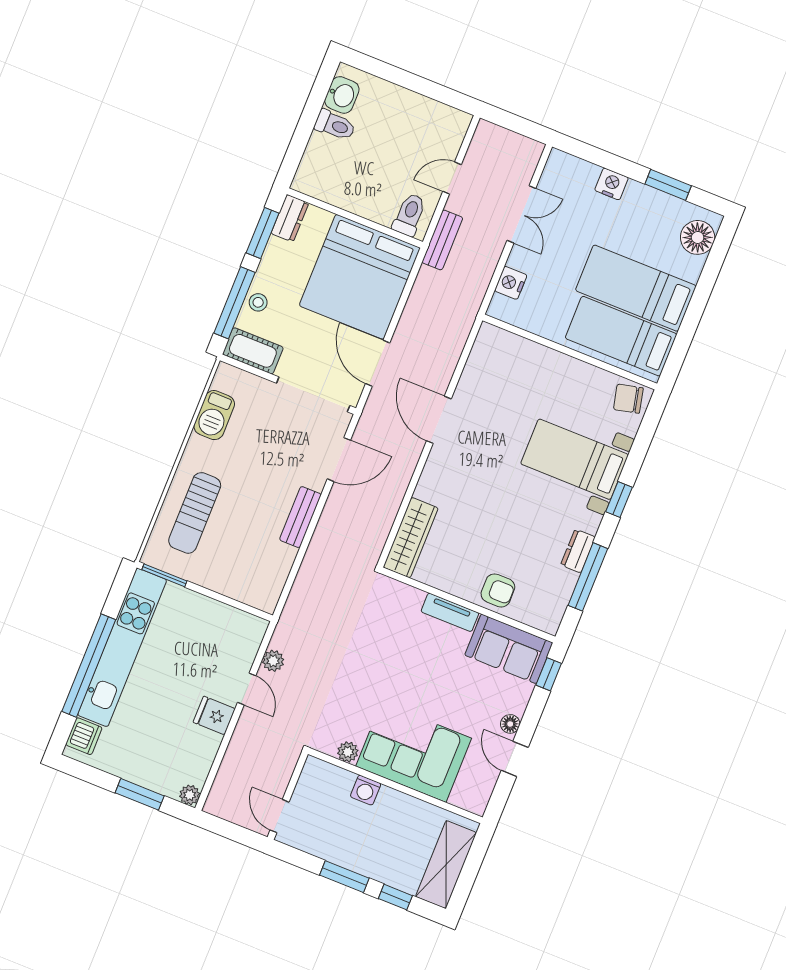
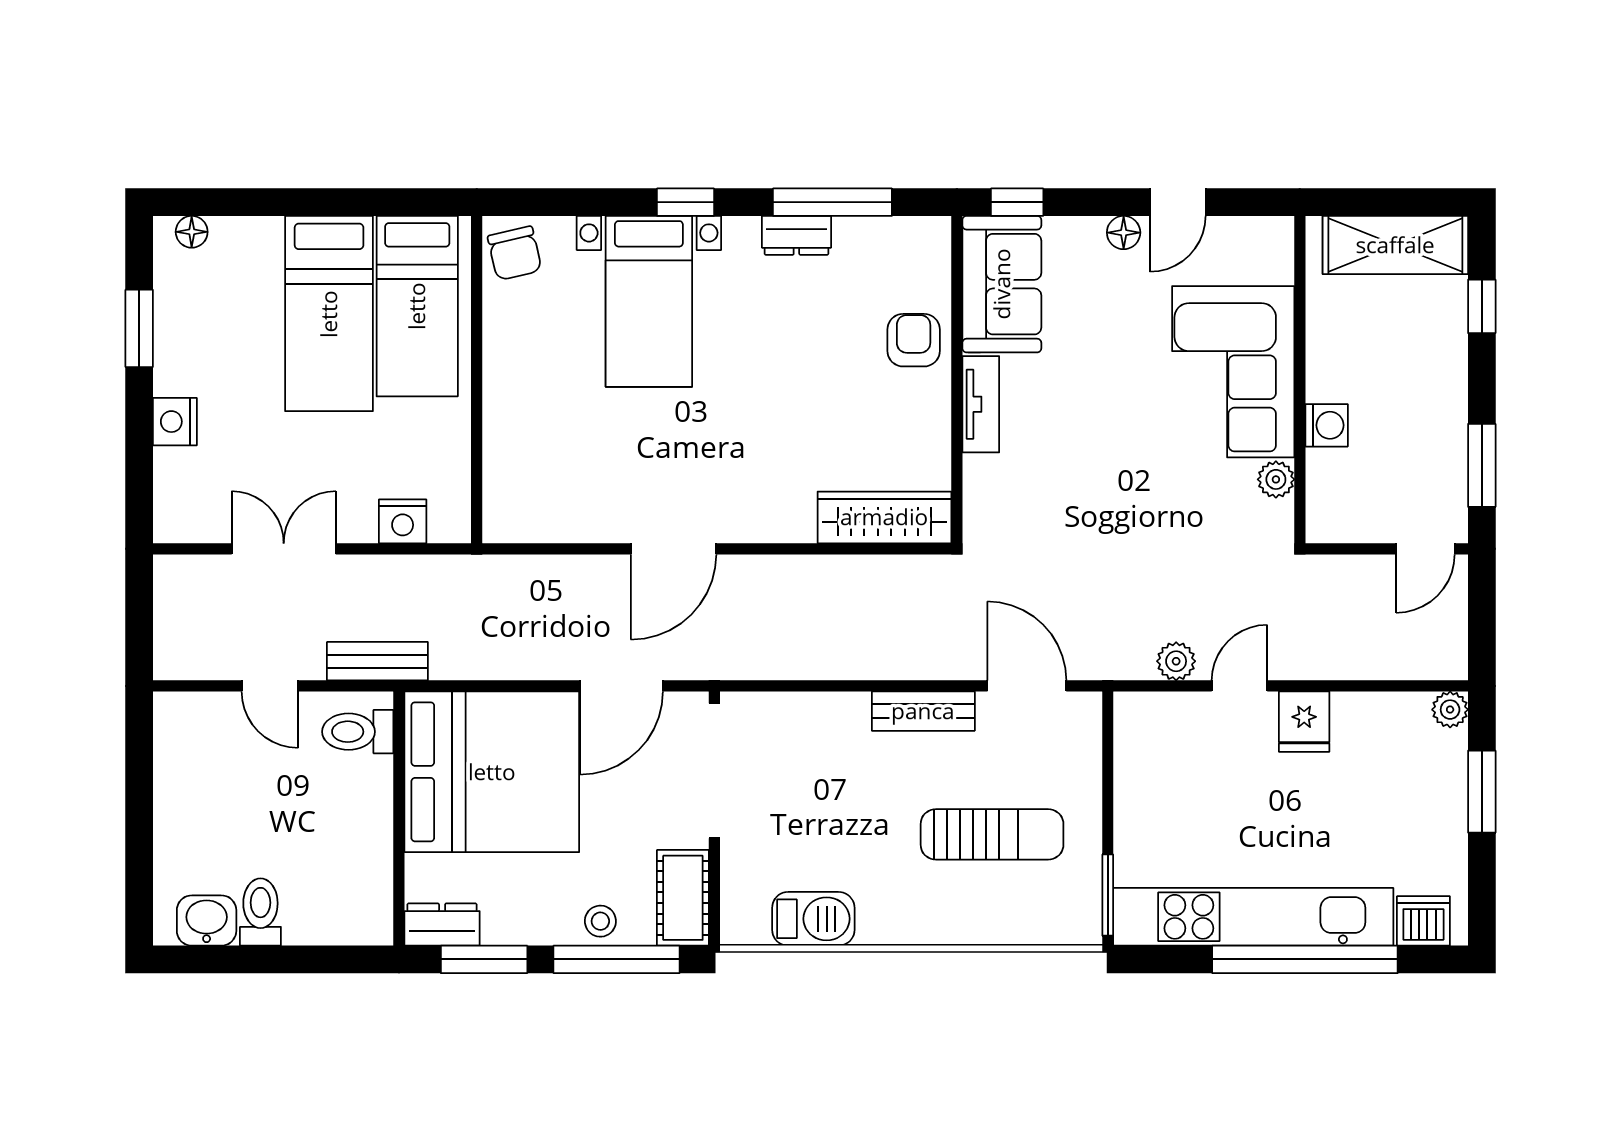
floor lamp: (698, 237) -> (192, 232), width x0.53, depth x0.53
door: (339, 460) -> (1027, 686), moved
sun lounger: (195, 513) -> (992, 834), moved
window: (344, 877) -> (1482, 465), moved

